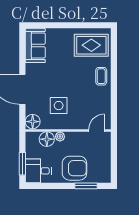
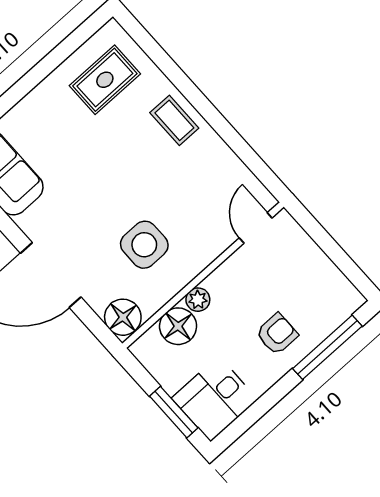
rug: (91, 45) -> (105, 80), width x0.73, depth x0.70
armchair: (74, 168) -> (277, 334), width x0.53, depth x0.53
window: (86, 186) -> (327, 347), width x1.44

